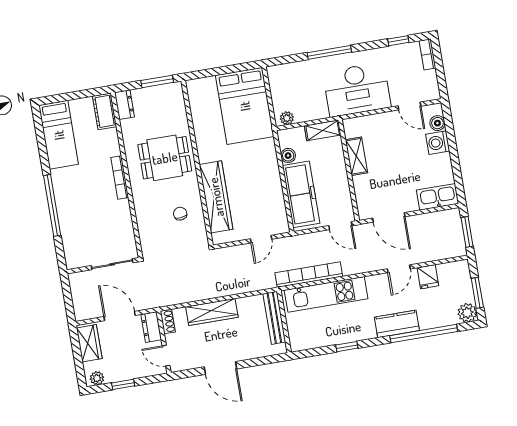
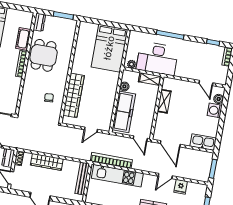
desk: (357, 90) -> (157, 59), moved
cot: (105, 111) -> (23, 39), moved
dining table: (165, 158) -> (44, 55), moved, turned 90

